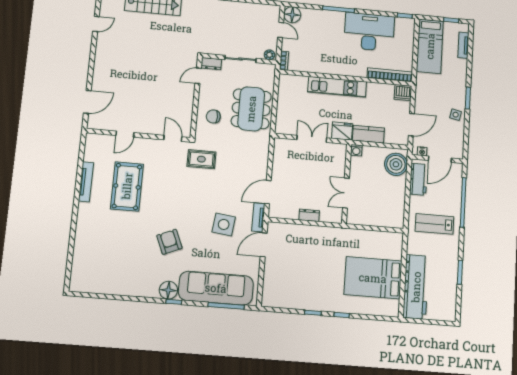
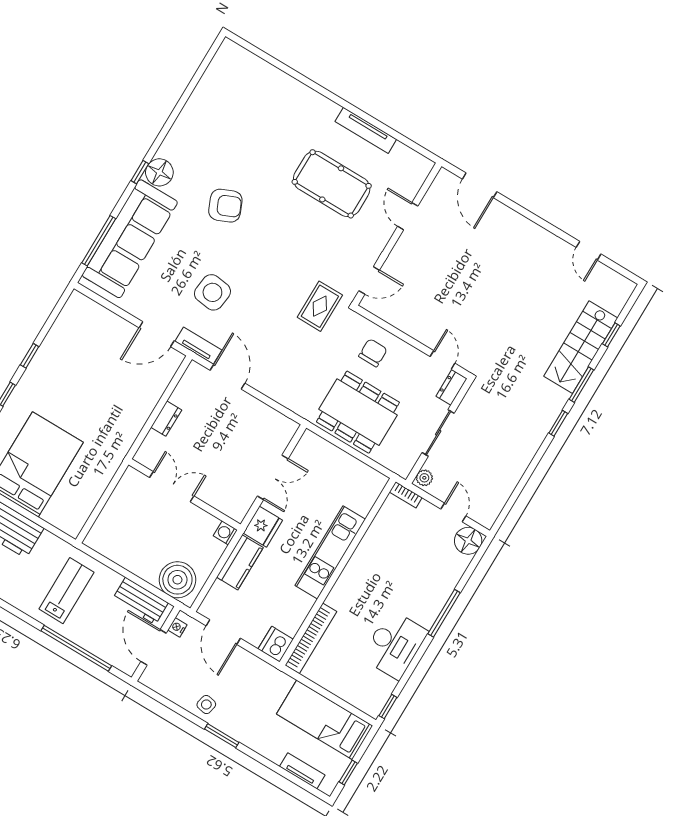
door: (281, 30) -> (453, 512), swing flipped
desk: (369, 32) -> (395, 645), width x0.73, depth x0.77
door: (264, 245) -> (157, 334), swing flipped

